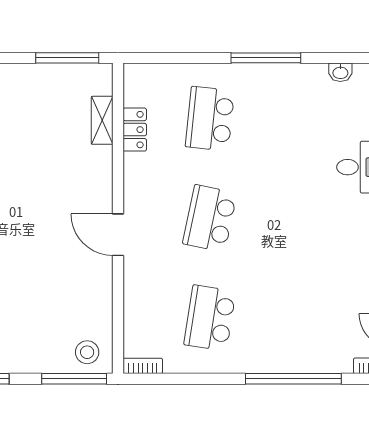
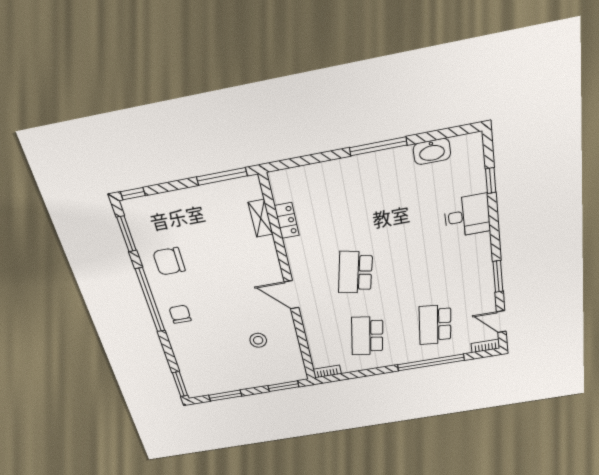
washbasin: (340, 72) -> (432, 151), width x1.91, depth x1.45
school desk: (210, 119) -> (435, 325), moved
stool: (87, 352) -> (258, 340), moved
window: (74, 379) -> (283, 386), width x0.69

